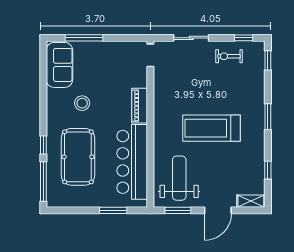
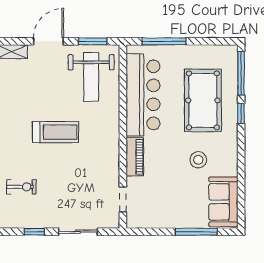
window: (244, 38) -> (34, 232), moved
doorway: (150, 55) -> (123, 199), moved
exercise bike: (229, 56) -> (21, 187), moved
treadmill: (212, 128) -> (55, 132), width x0.73, depth x0.73
window: (113, 210) -> (164, 41), width x1.44

